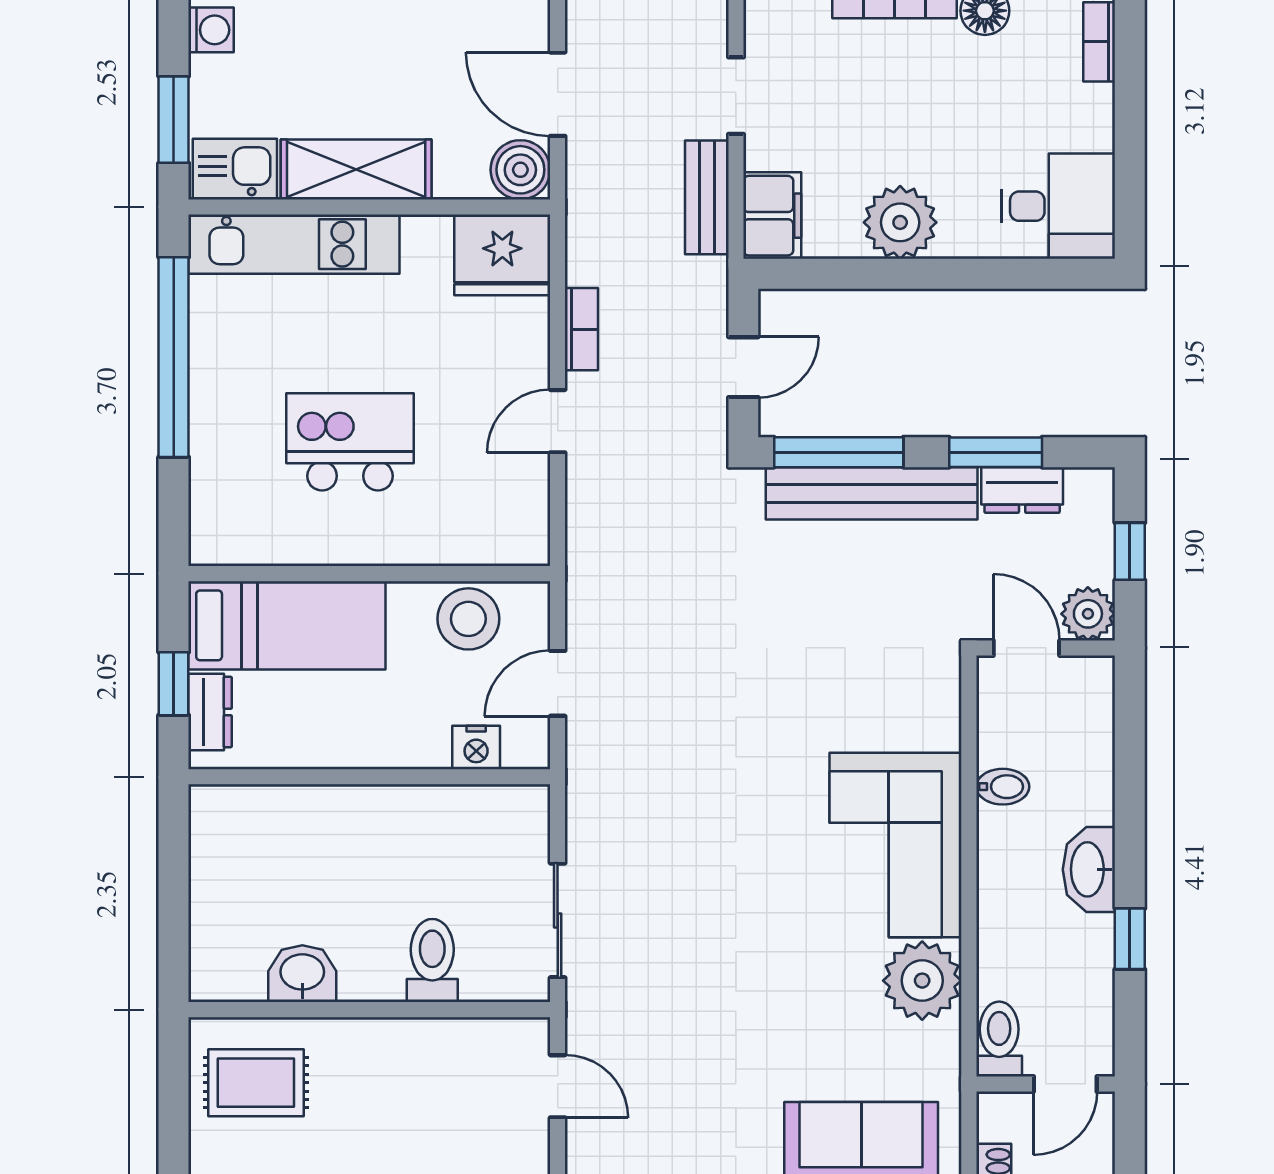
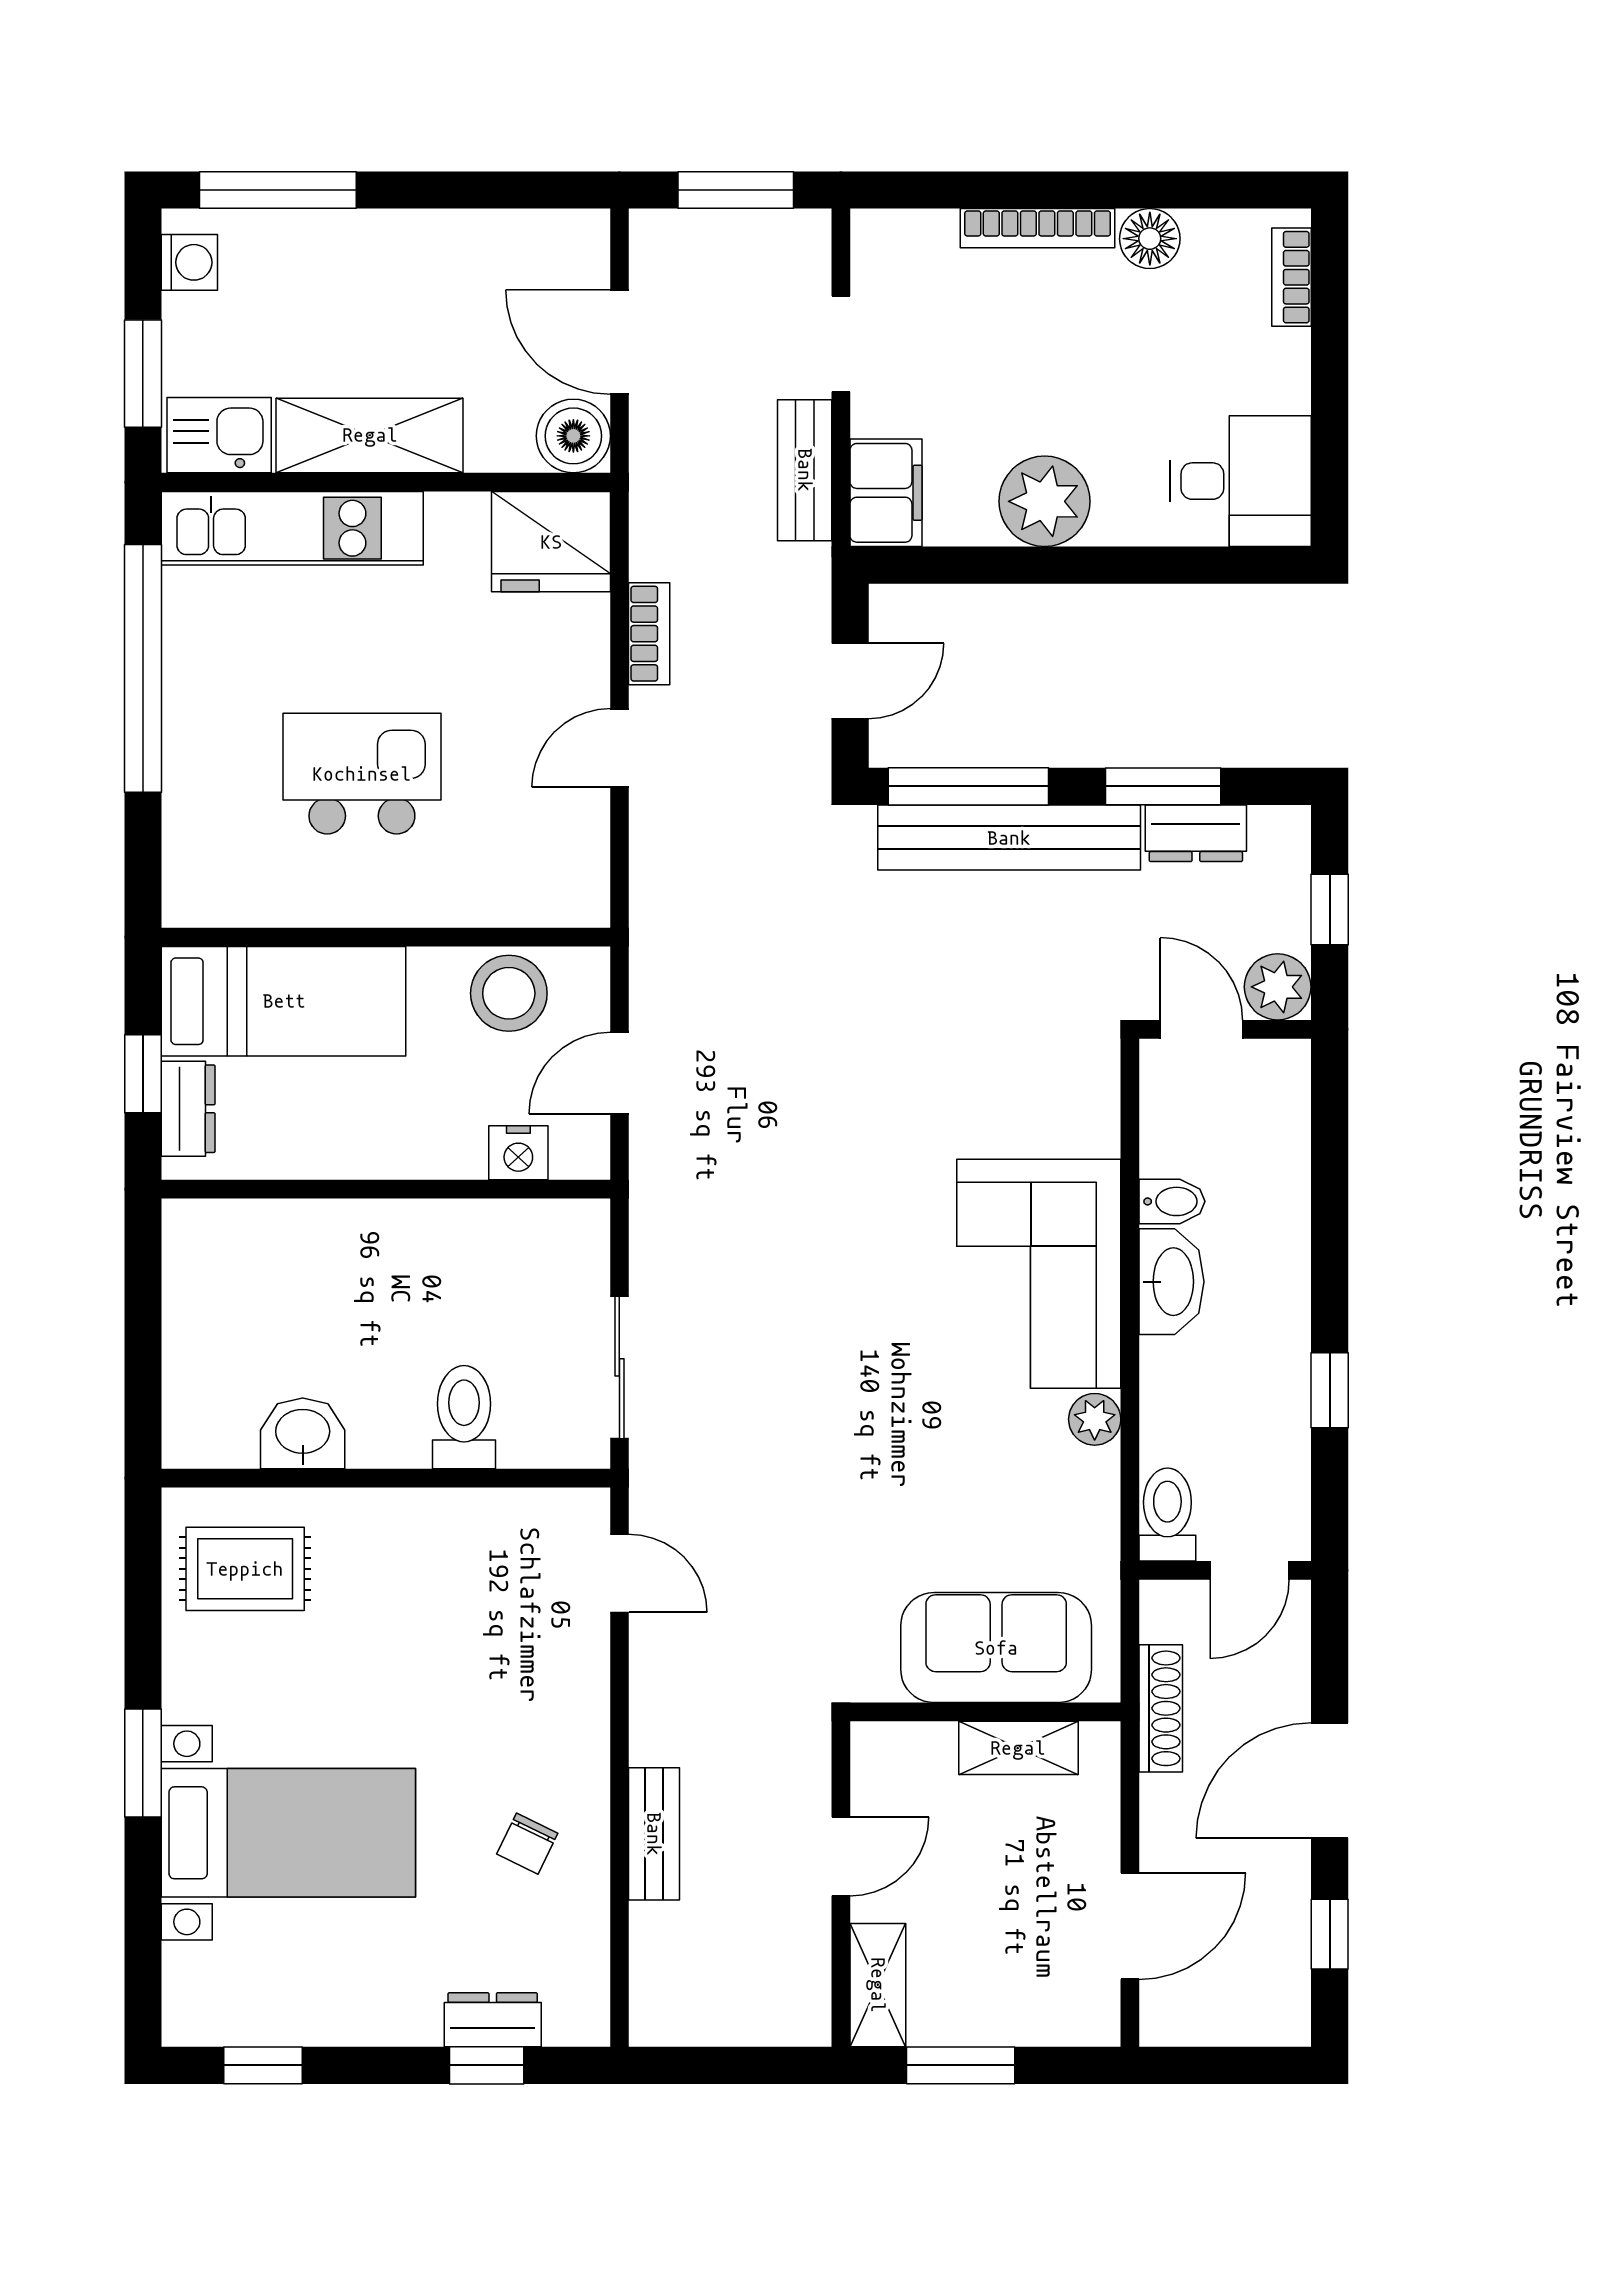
washbasin: (1089, 869) -> (1171, 1282), moved, turned 180
plant: (922, 981) -> (1095, 1419), width x0.53, depth x0.53

